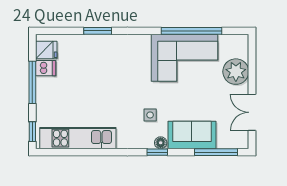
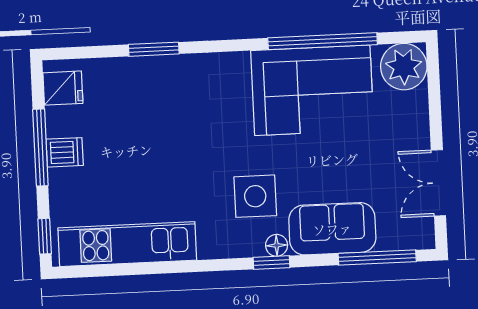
dishwasher: (46, 68) -> (65, 152), moved
plant: (236, 72) -> (404, 67), moved
side table: (150, 115) -> (255, 196), width x1.87, depth x1.87

